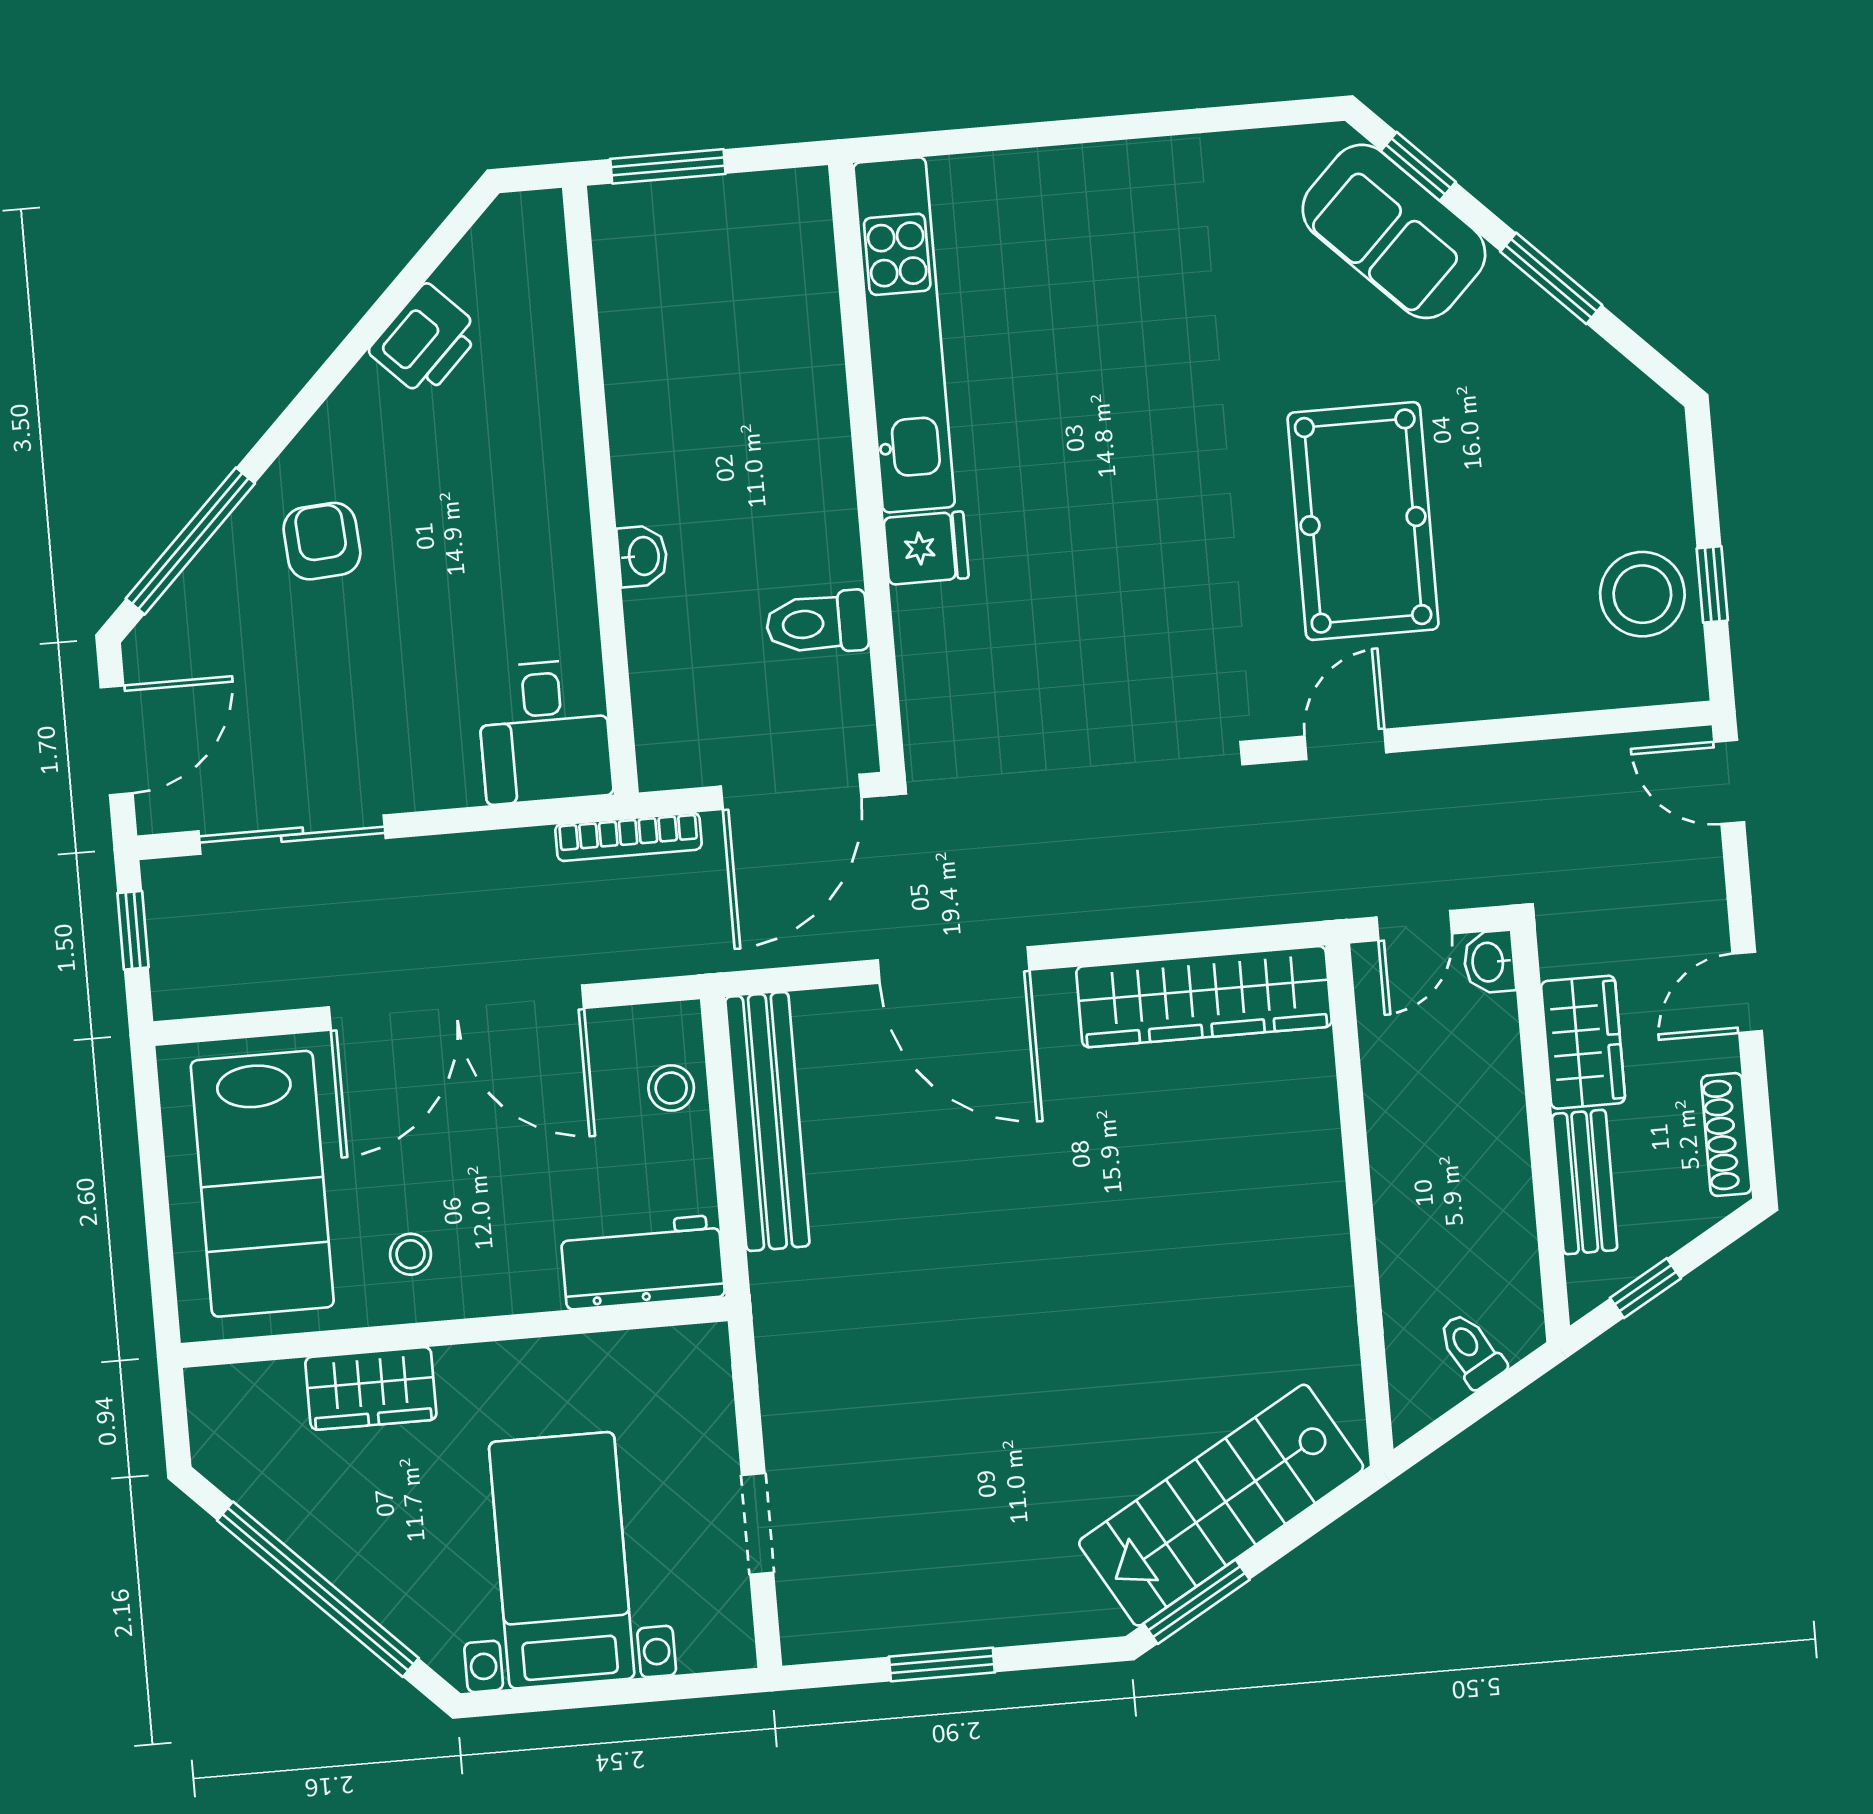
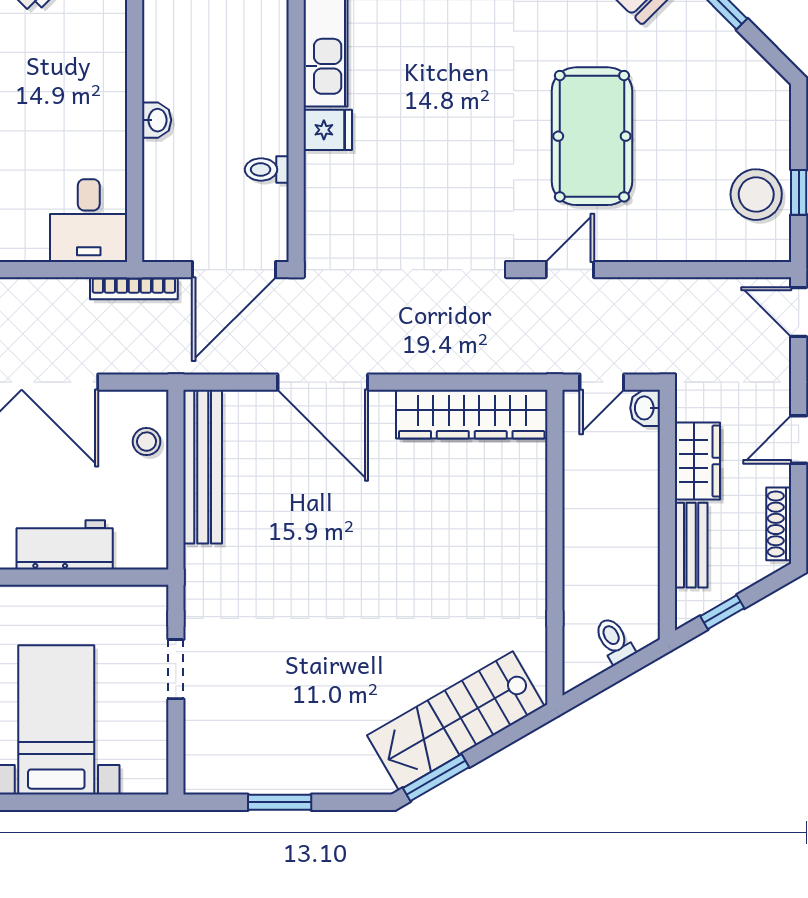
toilet: (817, 623) -> (267, 169), width x0.73, depth x0.72
workbench: (643, 1262) -> (65, 545), moved
doorway: (758, 1524) -> (176, 669), moved

